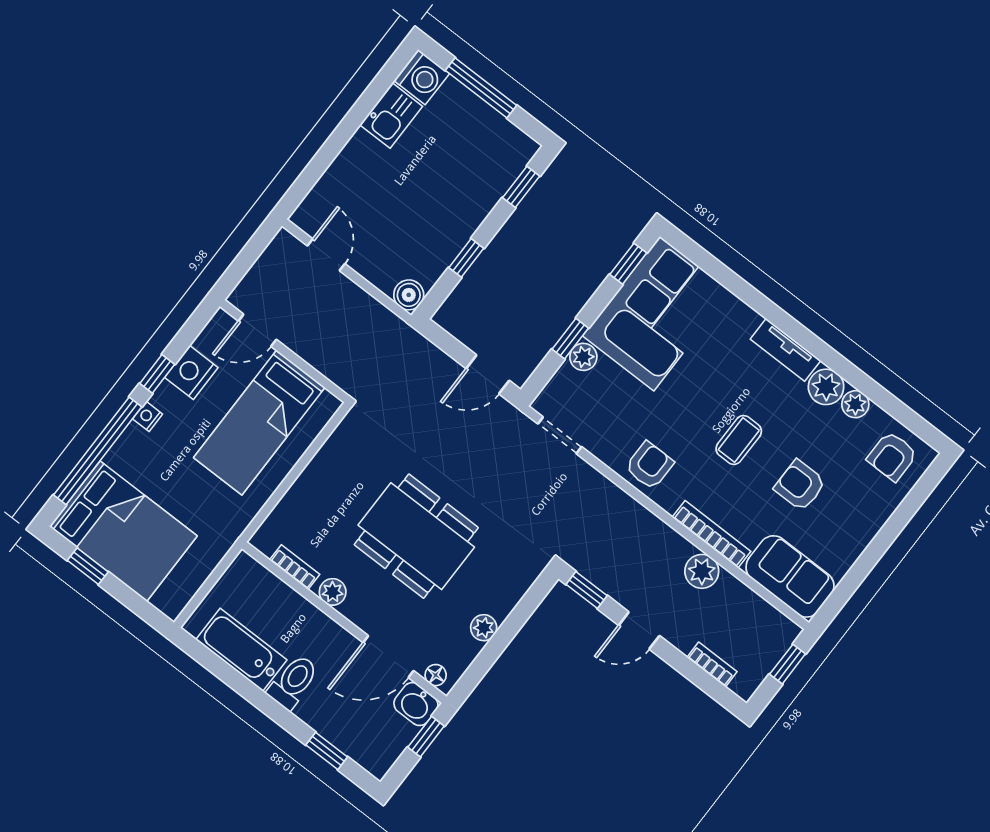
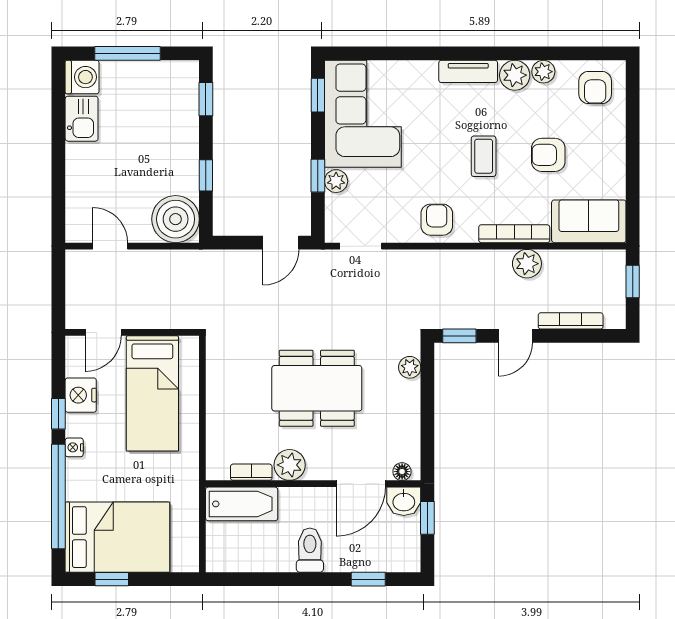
boiler: (409, 295) -> (176, 219), width x1.86, depth x1.86
plant: (333, 592) -> (290, 465), width x1.38, depth x1.38
plant: (484, 628) -> (410, 367), moved
bathtub: (241, 650) -> (242, 504), moved, turned 180
bookcase: (712, 665) -> (571, 321), width x1.56

